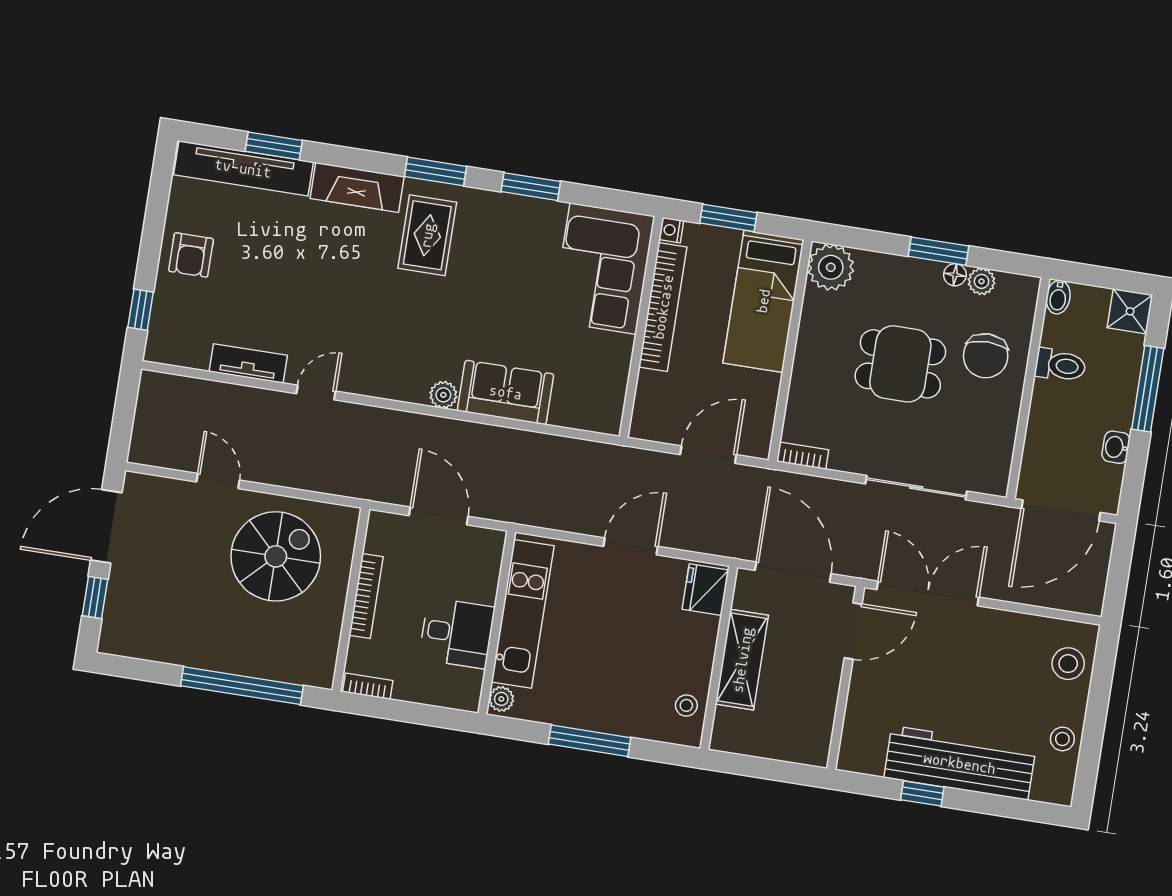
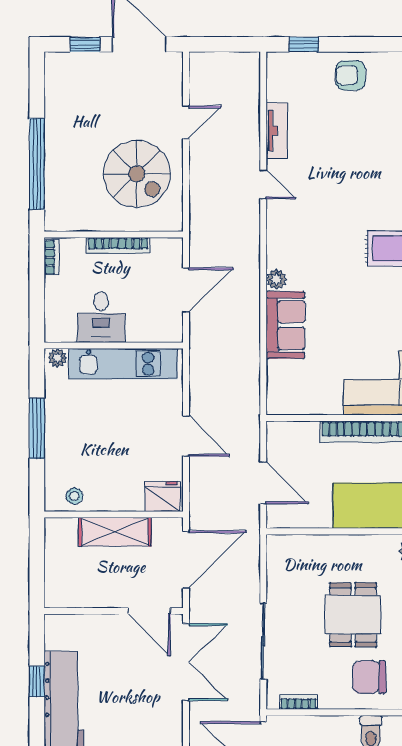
bookcase: (803, 456) -> (299, 702), moved, turned -90

